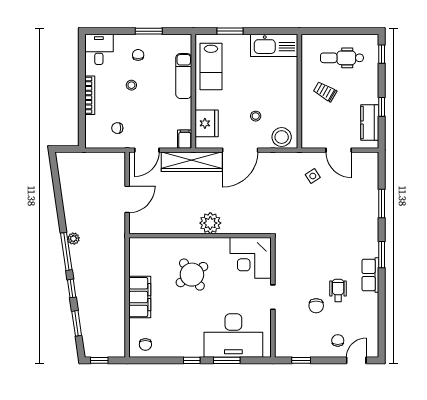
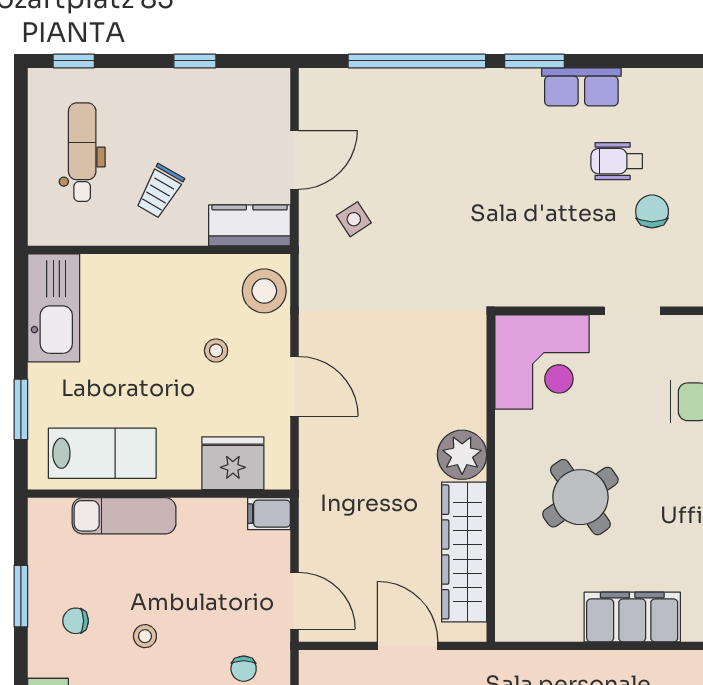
dental chair: (342, 58) -> (82, 152), turned 180
kitchen counter: (370, 123) -> (250, 225), moved, turned 180
door: (240, 150) -> (294, 386), width x0.73
wardrobe: (192, 162) -> (464, 552), moved, turned 180
window: (382, 203) -> (417, 61), width x2.11
chair: (316, 306) -> (652, 211), turned -90

